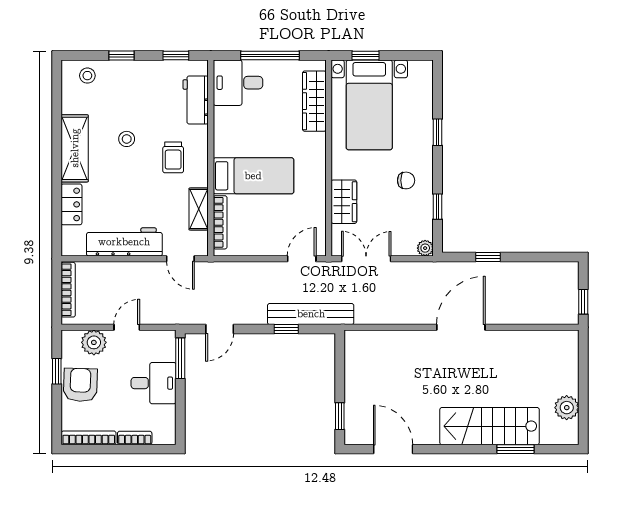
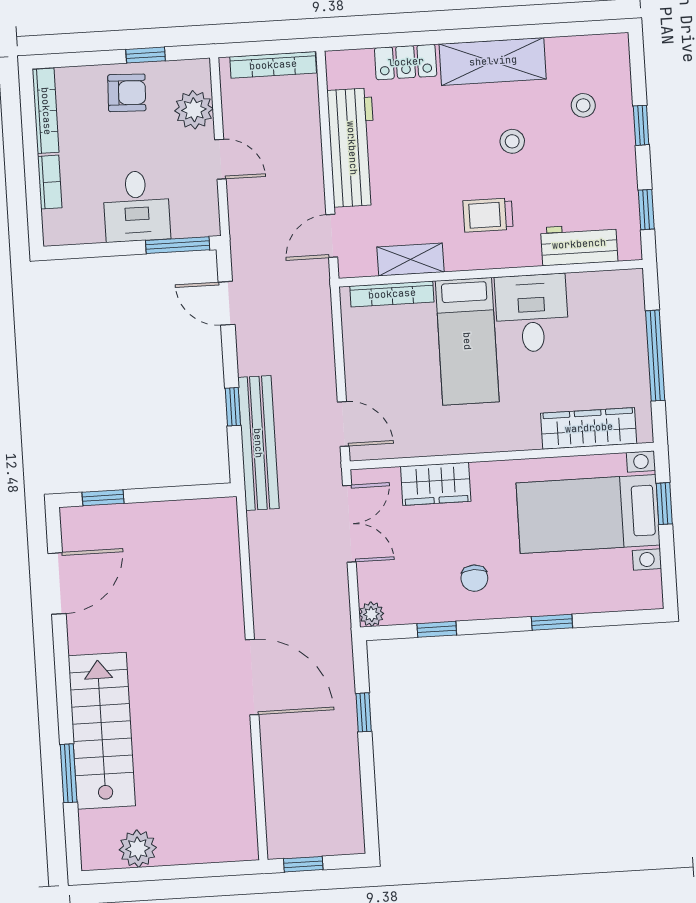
stool: (87, 76) -> (583, 105), moved
desk: (238, 83) -> (532, 313), moved
armchair: (80, 385) -> (127, 93), width x0.72, depth x0.72

